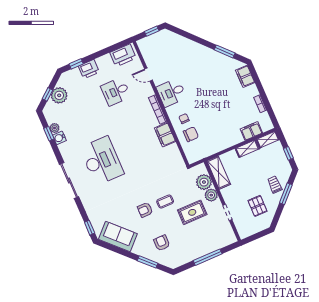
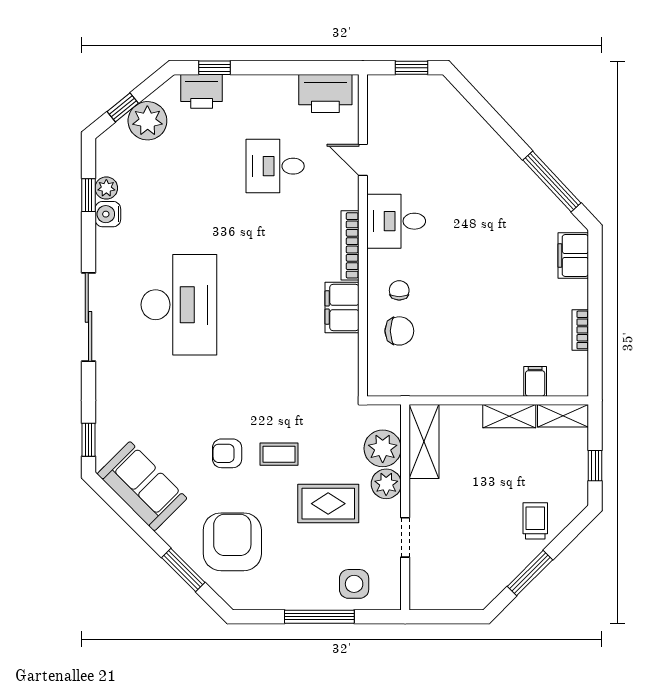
window: (225, 51) -> (552, 181), width x1.44
printer: (89, 69) -> (202, 91), moved
filing cabinet: (251, 131) -> (535, 381), width x0.50
window: (286, 194) -> (530, 573), moved
pallet: (257, 206) -> (477, 552), removed
side table: (216, 239) -> (354, 584), added
armchair: (162, 243) -> (232, 542), width x1.88, depth x1.88

